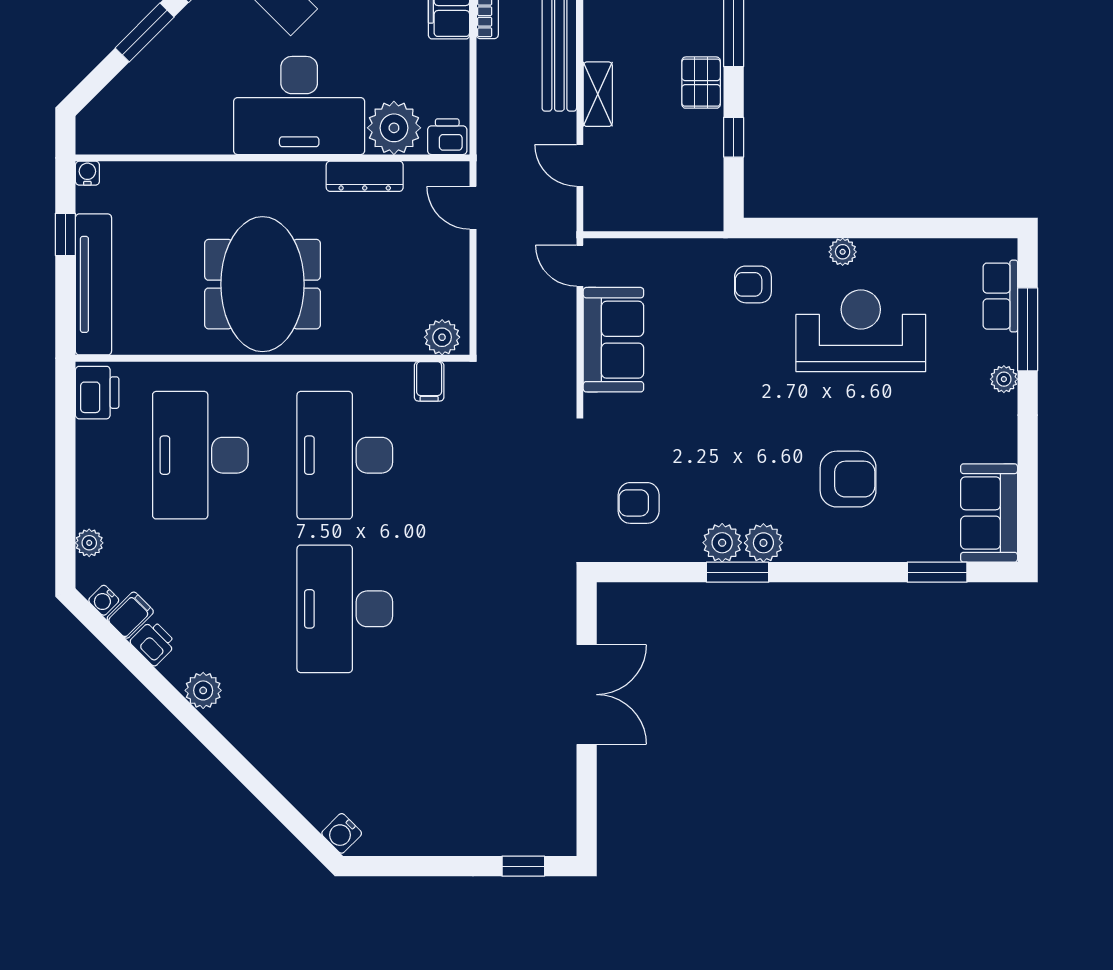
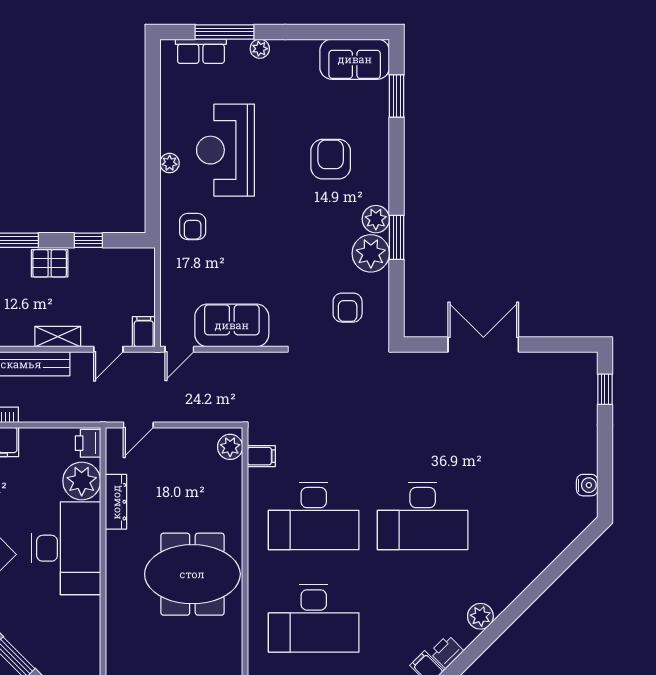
filing cabinet: (604, 215) -> (144, 332), added
plant: (722, 543) -> (371, 253), width x1.36, depth x1.36
water cooler: (342, 833) -> (587, 485), moved, turned -45

